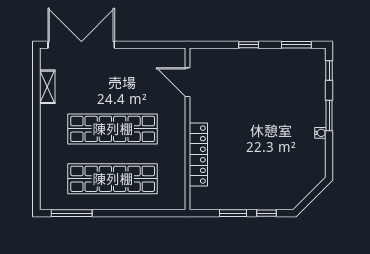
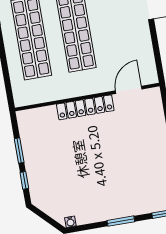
water cooler: (320, 133) -> (70, 222), moved
locker: (198, 155) -> (85, 107), moved

